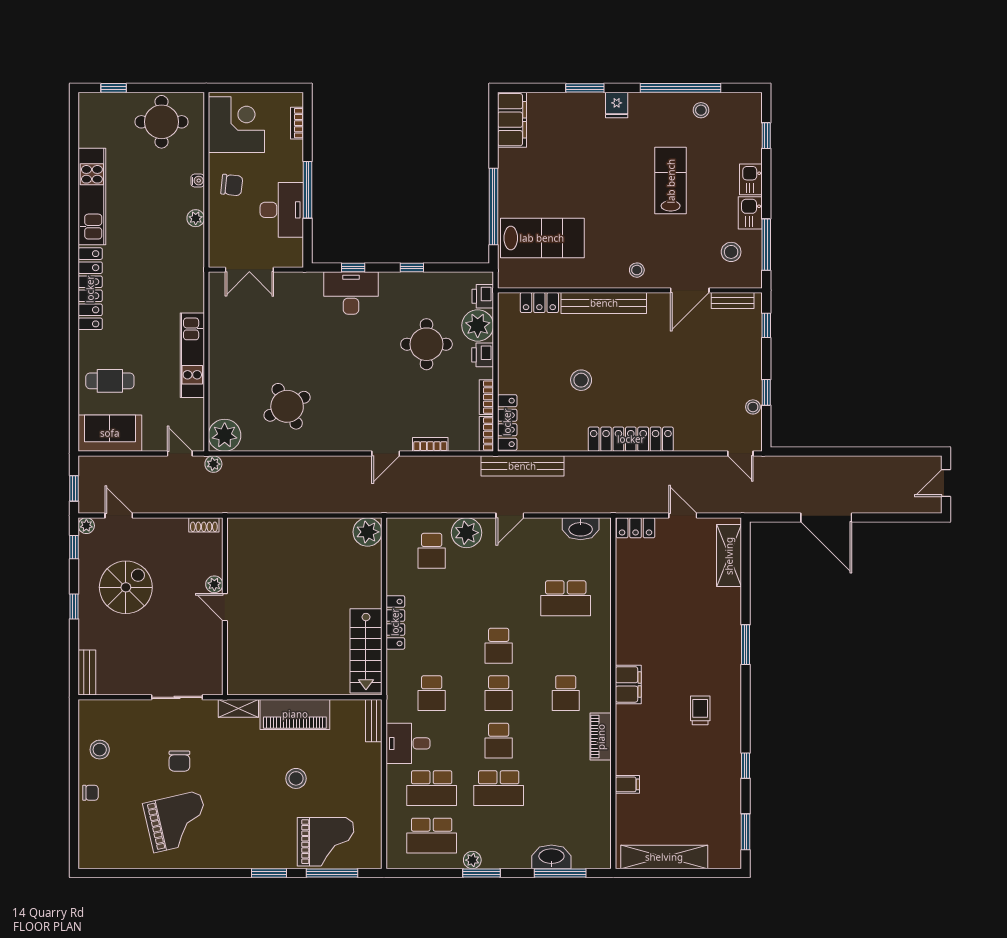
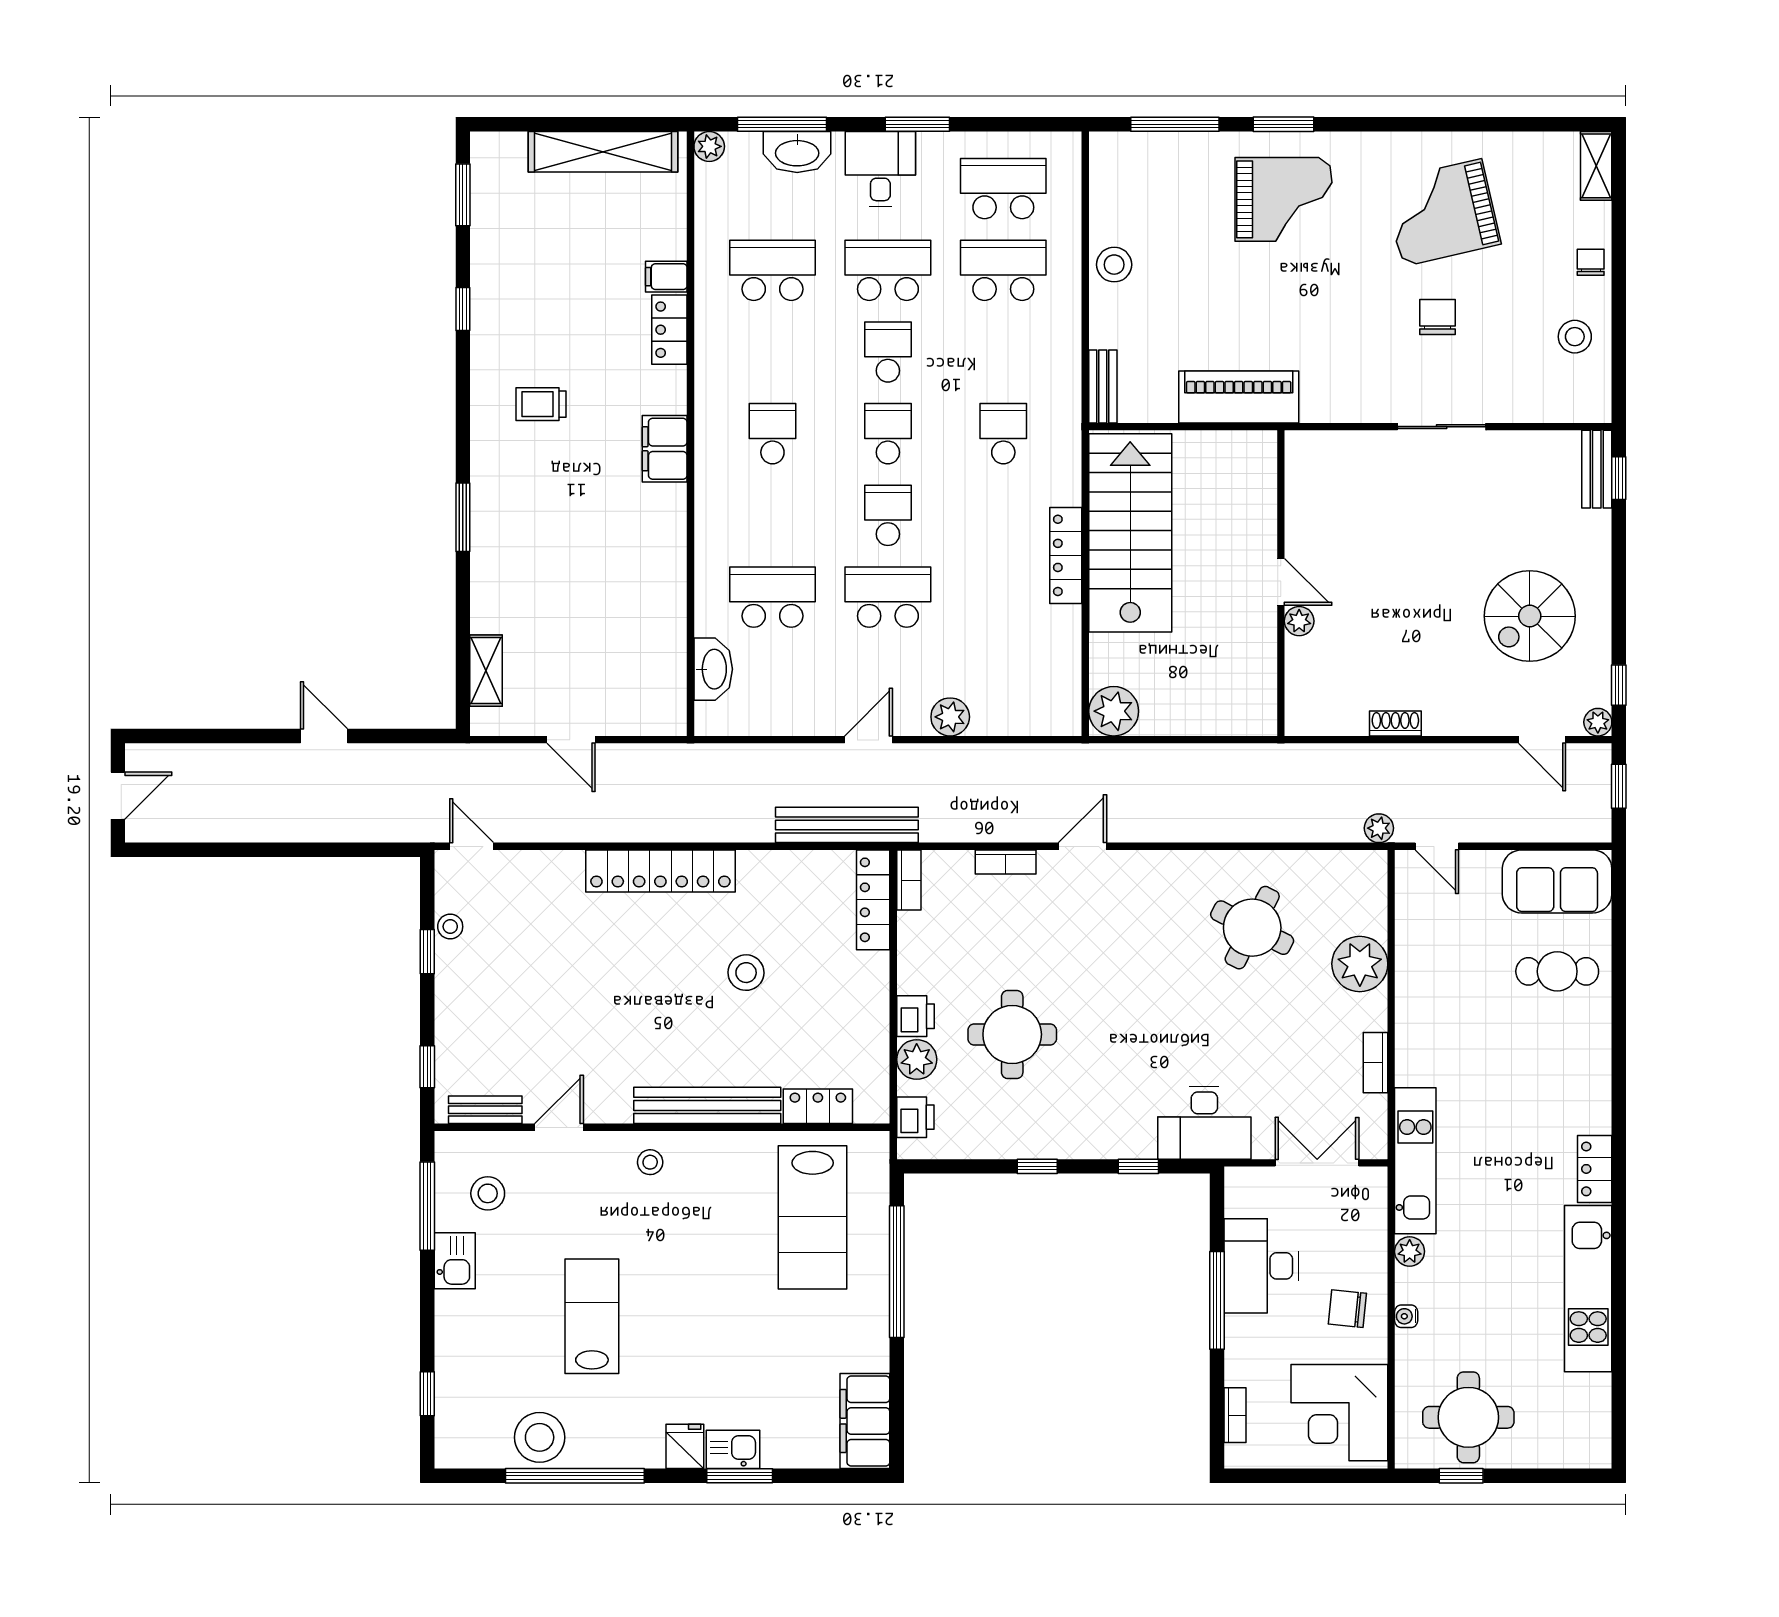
window: (114, 88) -> (1461, 1476), moved
stool: (701, 110) -> (540, 1437), width x1.89, depth x1.89
kitchen sink: (751, 179) -> (733, 1449), moved, turned -90
lab bench: (671, 181) -> (592, 1316), turned 180
lab bench: (542, 238) -> (813, 1217), turned -90
locker: (90, 289) -> (1595, 1169), width x0.46, depth x0.83
door: (690, 290) -> (559, 1127), width x0.73
desk: (351, 293) -> (1204, 1123), moved
plant: (478, 325) -> (917, 1060), width x0.73, depth x0.73
kitchen unit: (192, 355) -> (1415, 1161), moved
bookcase: (486, 397) -> (1376, 1063), moved, turned 180
round table: (287, 406) -> (1252, 928), turned -35
plant: (225, 435) -> (1360, 964), moved
door: (826, 518) -> (324, 736), width x0.53
locker: (636, 528) -> (669, 330), moved, turned -90
washbasin: (581, 529) -> (713, 669), moved, turned 90
plant: (467, 533) -> (950, 717), width x0.73, depth x0.73
school desk: (432, 551) -> (888, 597), moved, width x1.85
shelving: (729, 556) -> (486, 671), width x0.67, depth x0.75
plant: (214, 584) -> (1299, 621), moved
wall: (225, 606) -> (1281, 583), moved
window: (74, 607) -> (1619, 478), moved
door: (225, 607) -> (1281, 582), moved
stairs: (366, 651) -> (1130, 533), width x1.36, depth x1.51
shelving: (238, 708) -> (1596, 166), moved, turned 90
trolley: (700, 710) -> (541, 404), turned 90
piano: (601, 737) -> (712, 359), removed
desk: (408, 743) -> (880, 169), moved, turned -90
stool: (296, 778) -> (1114, 265), moved
school desk: (566, 788) -> (772, 270), added
chair: (90, 793) -> (1591, 262), turned 90
grand piano: (326, 842) -> (1283, 199), moved, turned 180
plant: (472, 860) -> (709, 146), moved

